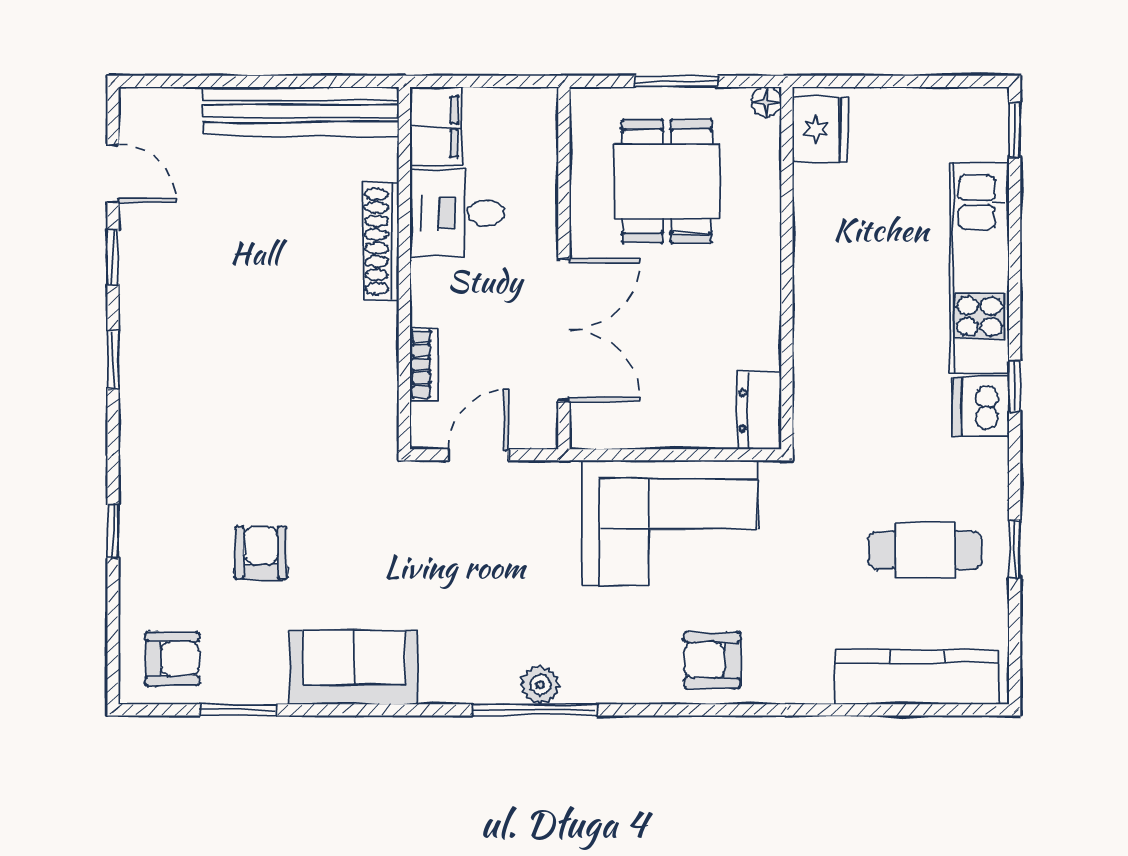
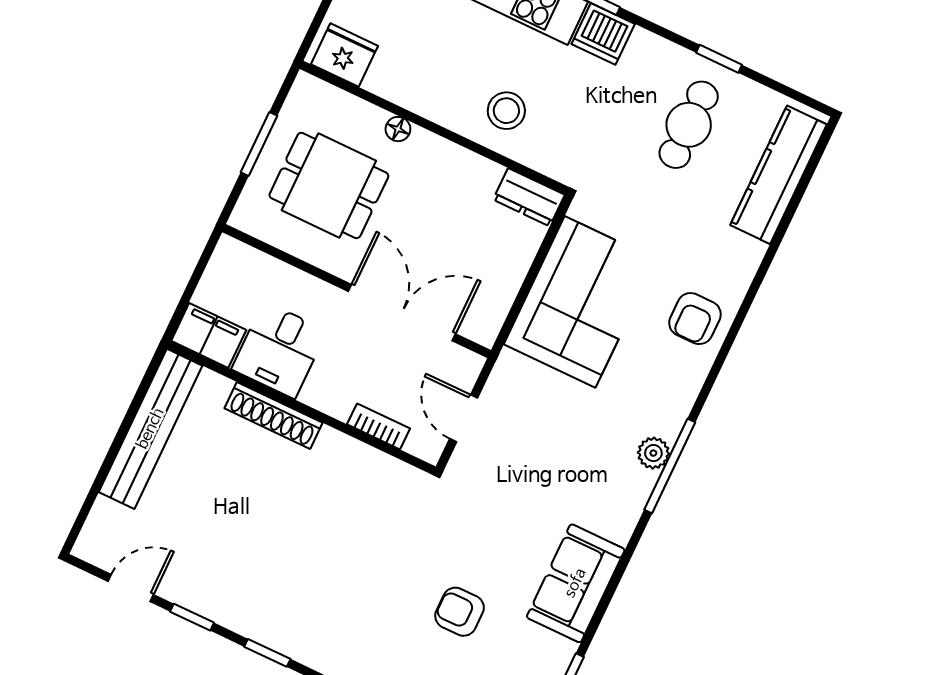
floor lamp: (766, 102) -> (398, 129), moved
stool: (844, 340) -> (506, 111), added

